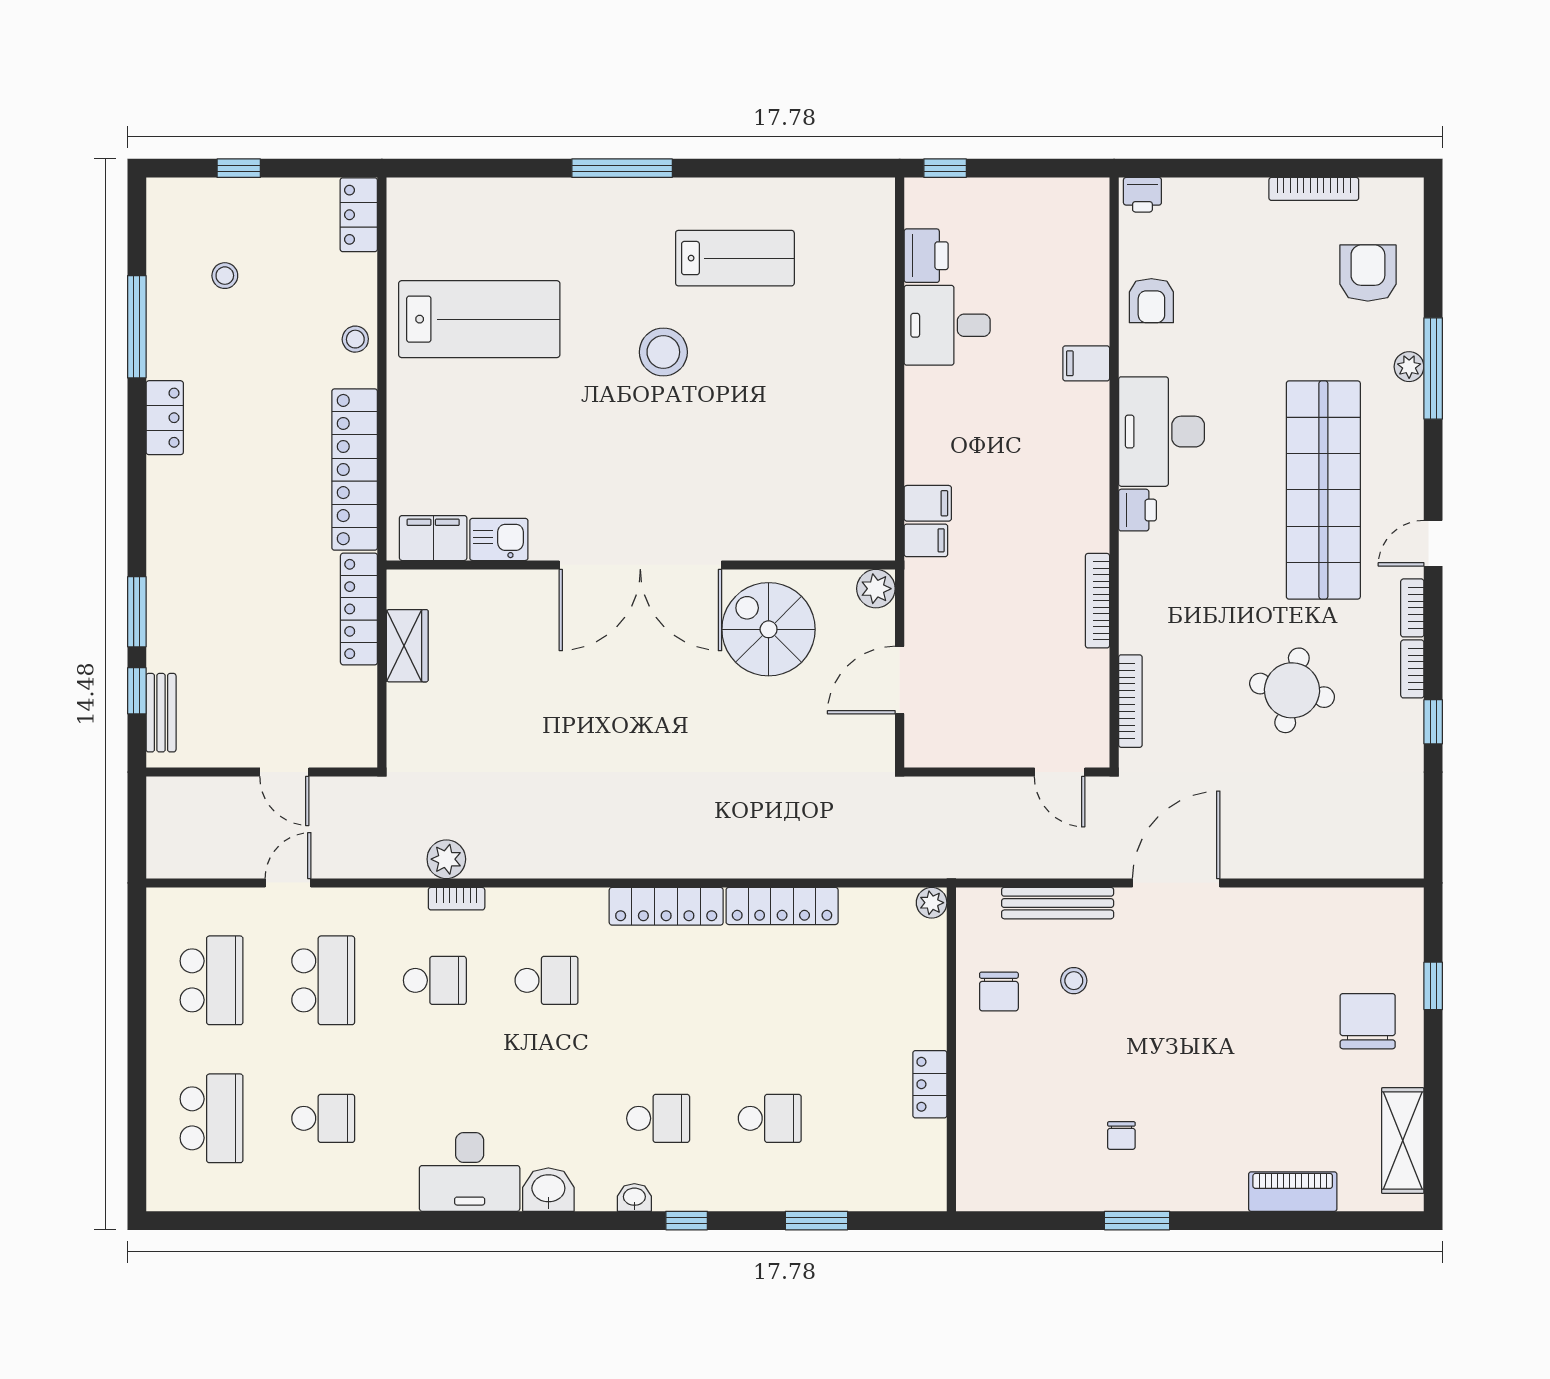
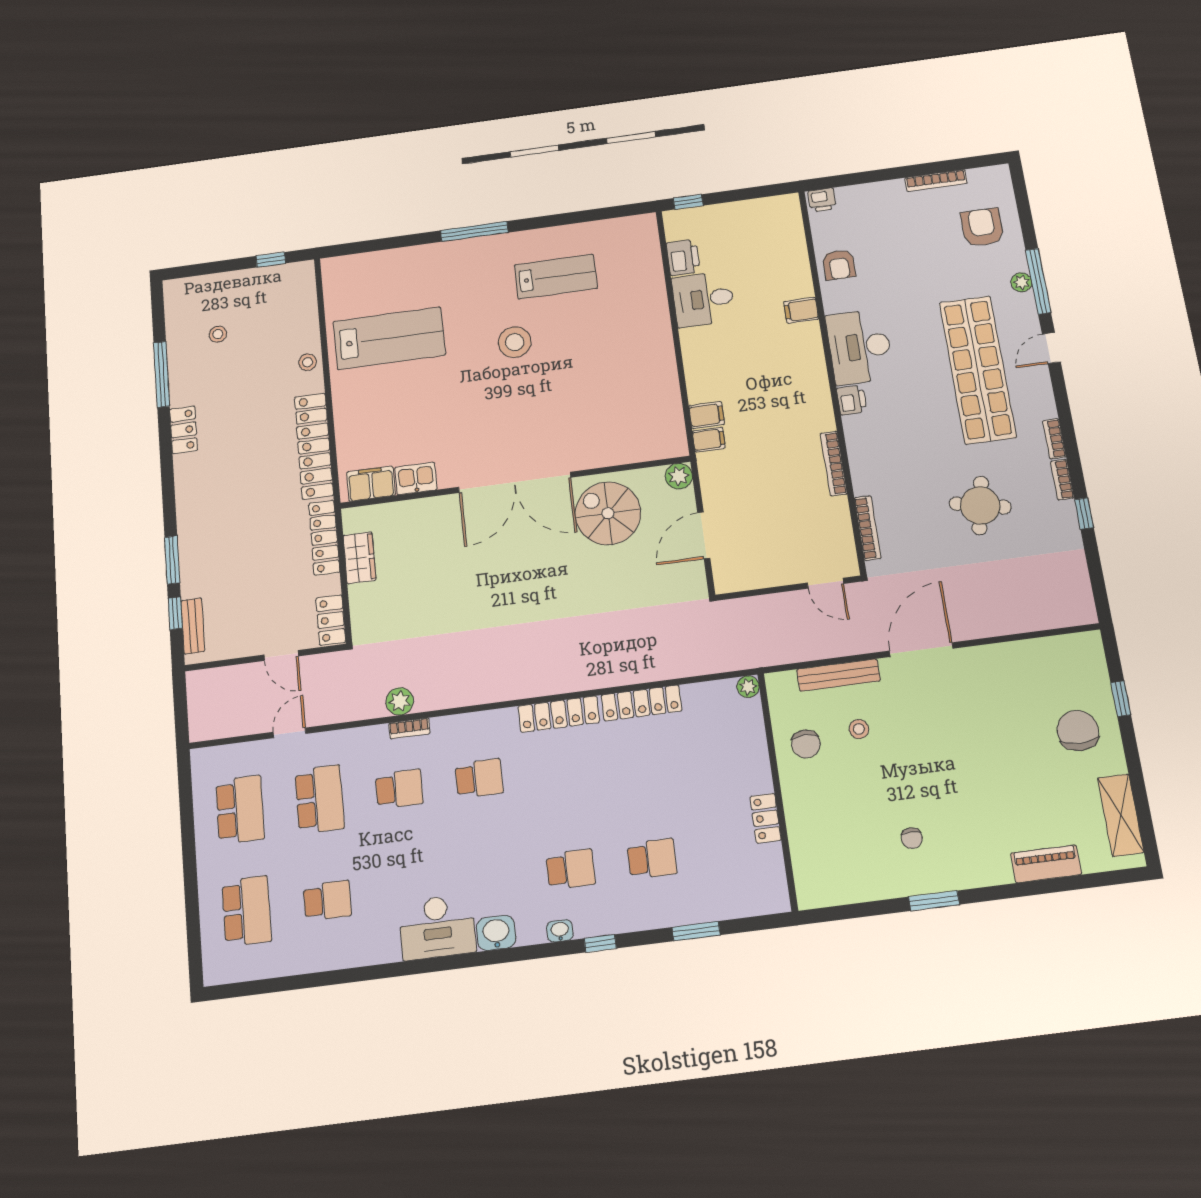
window: (239, 168) -> (271, 260), moved
locker: (359, 215) -> (331, 620), moved
door: (1433, 543) -> (1051, 348), moved

